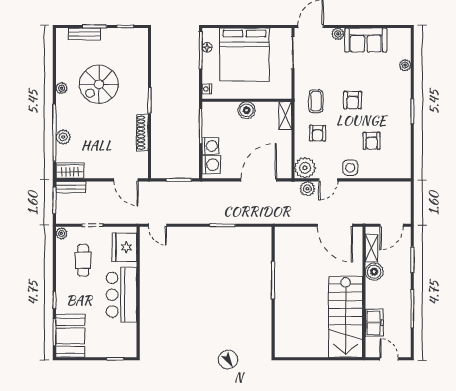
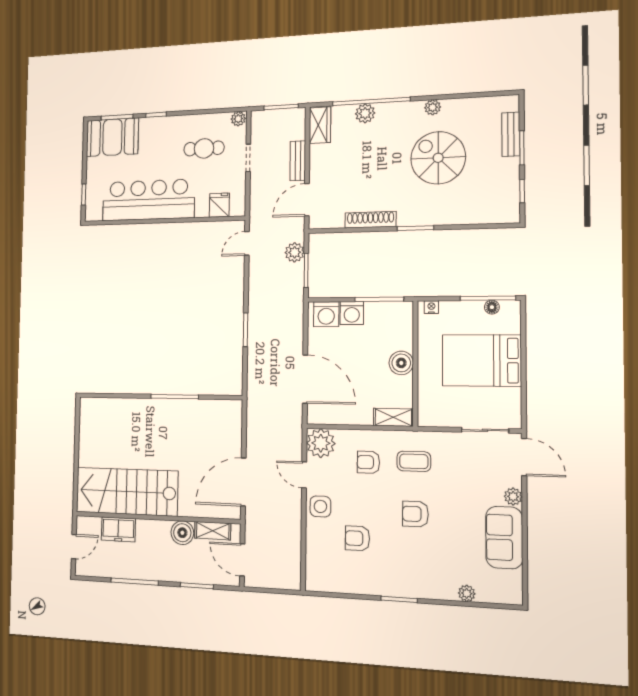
bed: (244, 55) -> (482, 360), width x0.73
bench: (71, 187) -> (298, 161), moved
plant: (307, 189) -> (295, 252), moved
fridge: (124, 247) -> (219, 205), width x0.53, depth x0.75
bar counter: (122, 295) -> (148, 200), width x1.36

